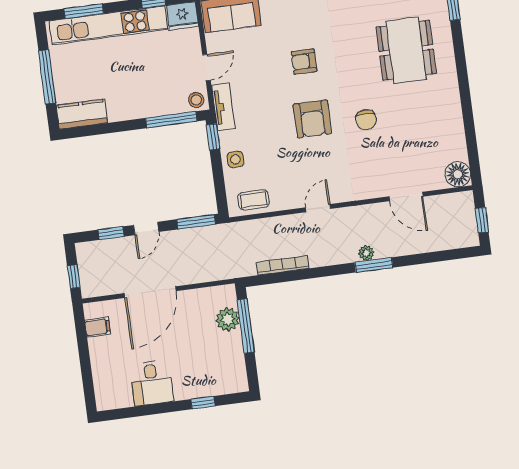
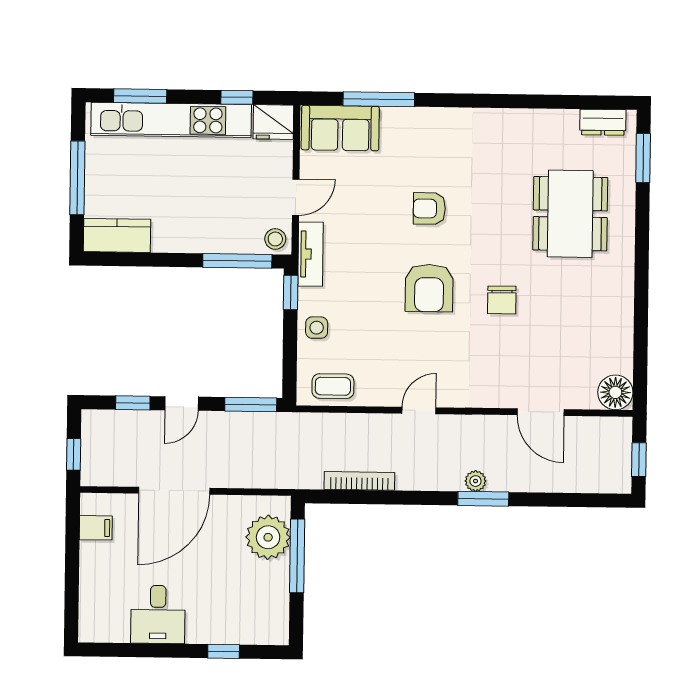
plant: (228, 319) -> (268, 537), width x1.36, depth x1.36

